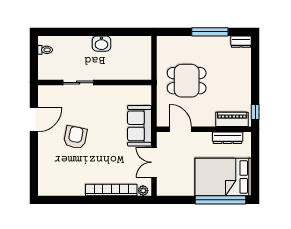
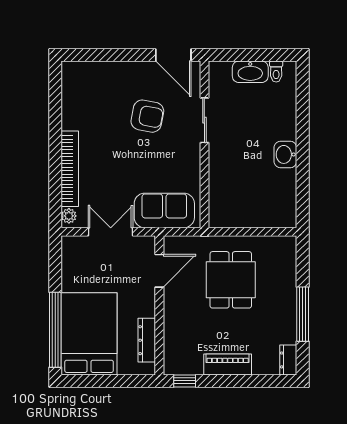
washbasin: (45, 67) -> (250, 72), added
sliding door: (78, 83) -> (204, 120), moved
wall: (95, 83) -> (204, 144), moved
piano: (232, 119) -> (228, 364), moved, turned -90

